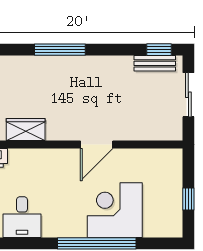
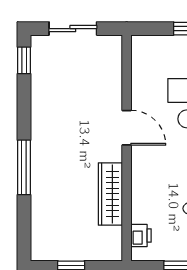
bench: (155, 63) -> (39, 65), removed
wardrobe: (26, 130) -> (110, 194), width x1.50

